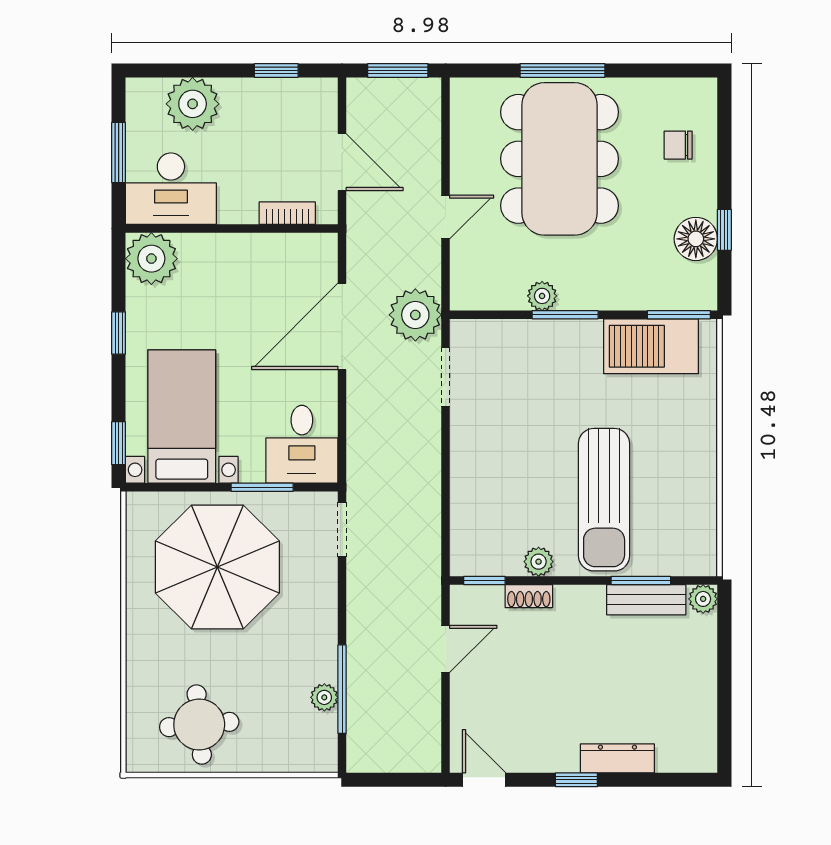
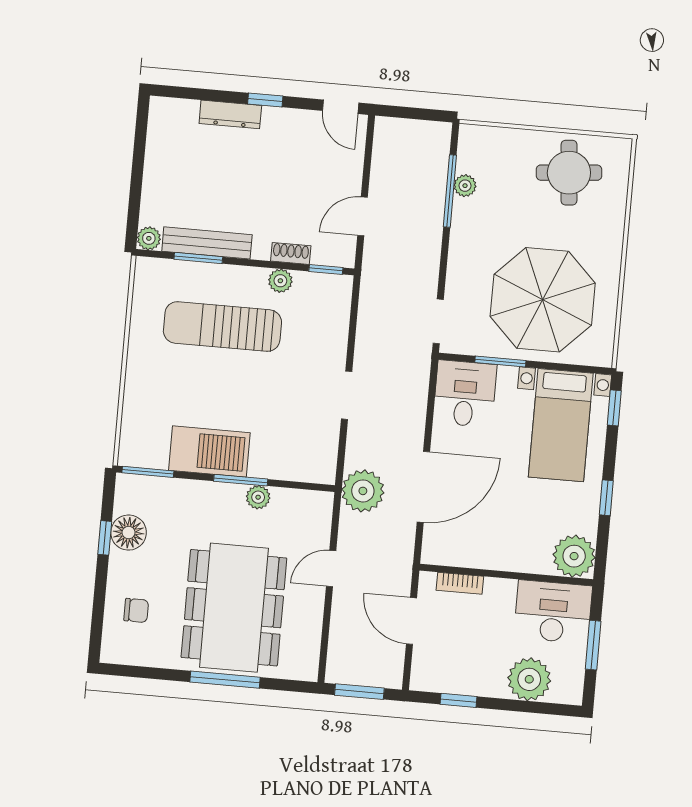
barbecue: (651, 346) -> (209, 451), moved
doorway: (446, 377) -> (347, 395), moved
sun lounger: (604, 500) -> (222, 327), turned -90
bench: (646, 600) -> (207, 243), width x1.36

